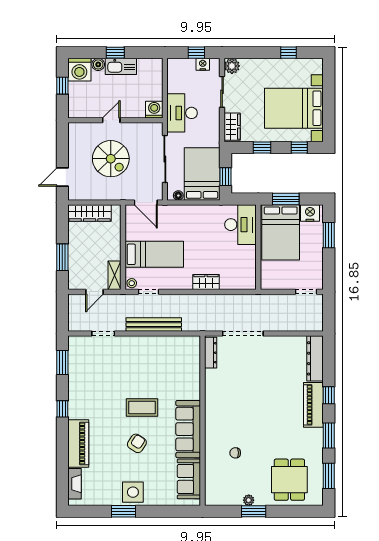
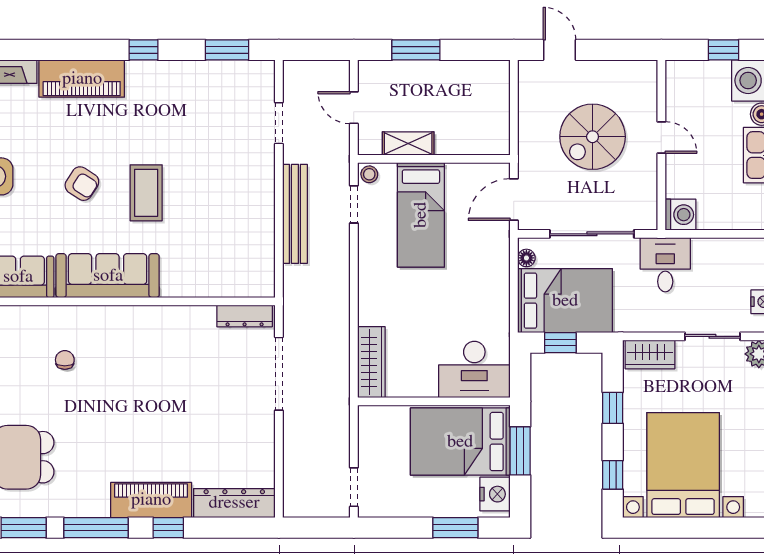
desk: (182, 113) -> (665, 265), width x0.73
wardrobe: (90, 213) -> (495, 99), removed
shelving: (114, 275) -> (408, 143), moved
wardrobe: (206, 282) -> (371, 362), moved, width x1.50
window: (329, 435) -> (96, 528), width x1.44

